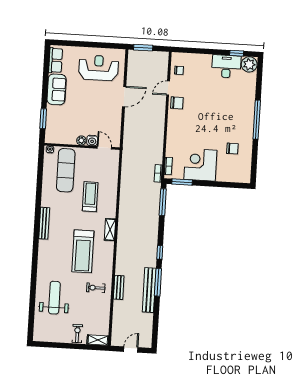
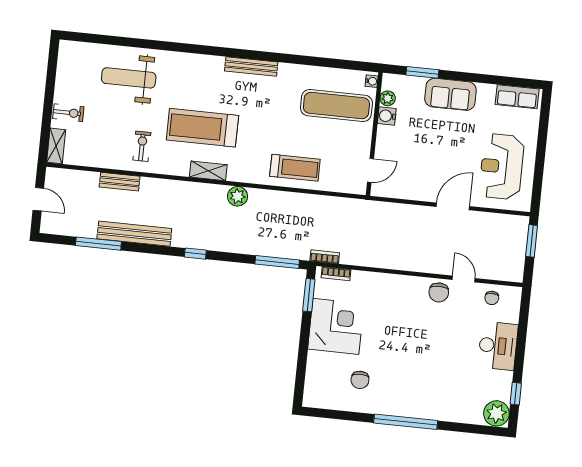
desk: (226, 66) -> (498, 346), moved
reception desk: (99, 68) -> (502, 167), turned 180
sofa: (57, 89) -> (450, 94), moved
door: (124, 97) -> (453, 206), swing flipped
plant: (81, 140) -> (388, 98), moved
water cooler: (92, 140) -> (387, 116), moved
treadmill: (90, 197) -> (295, 168), moved
plant: (124, 228) -> (238, 196), added
shelving: (110, 230) -> (208, 171), moved
window: (158, 282) -> (98, 244), moved
bench: (119, 287) -> (120, 182), moved
weight bench: (54, 298) -> (129, 78), turned 180

